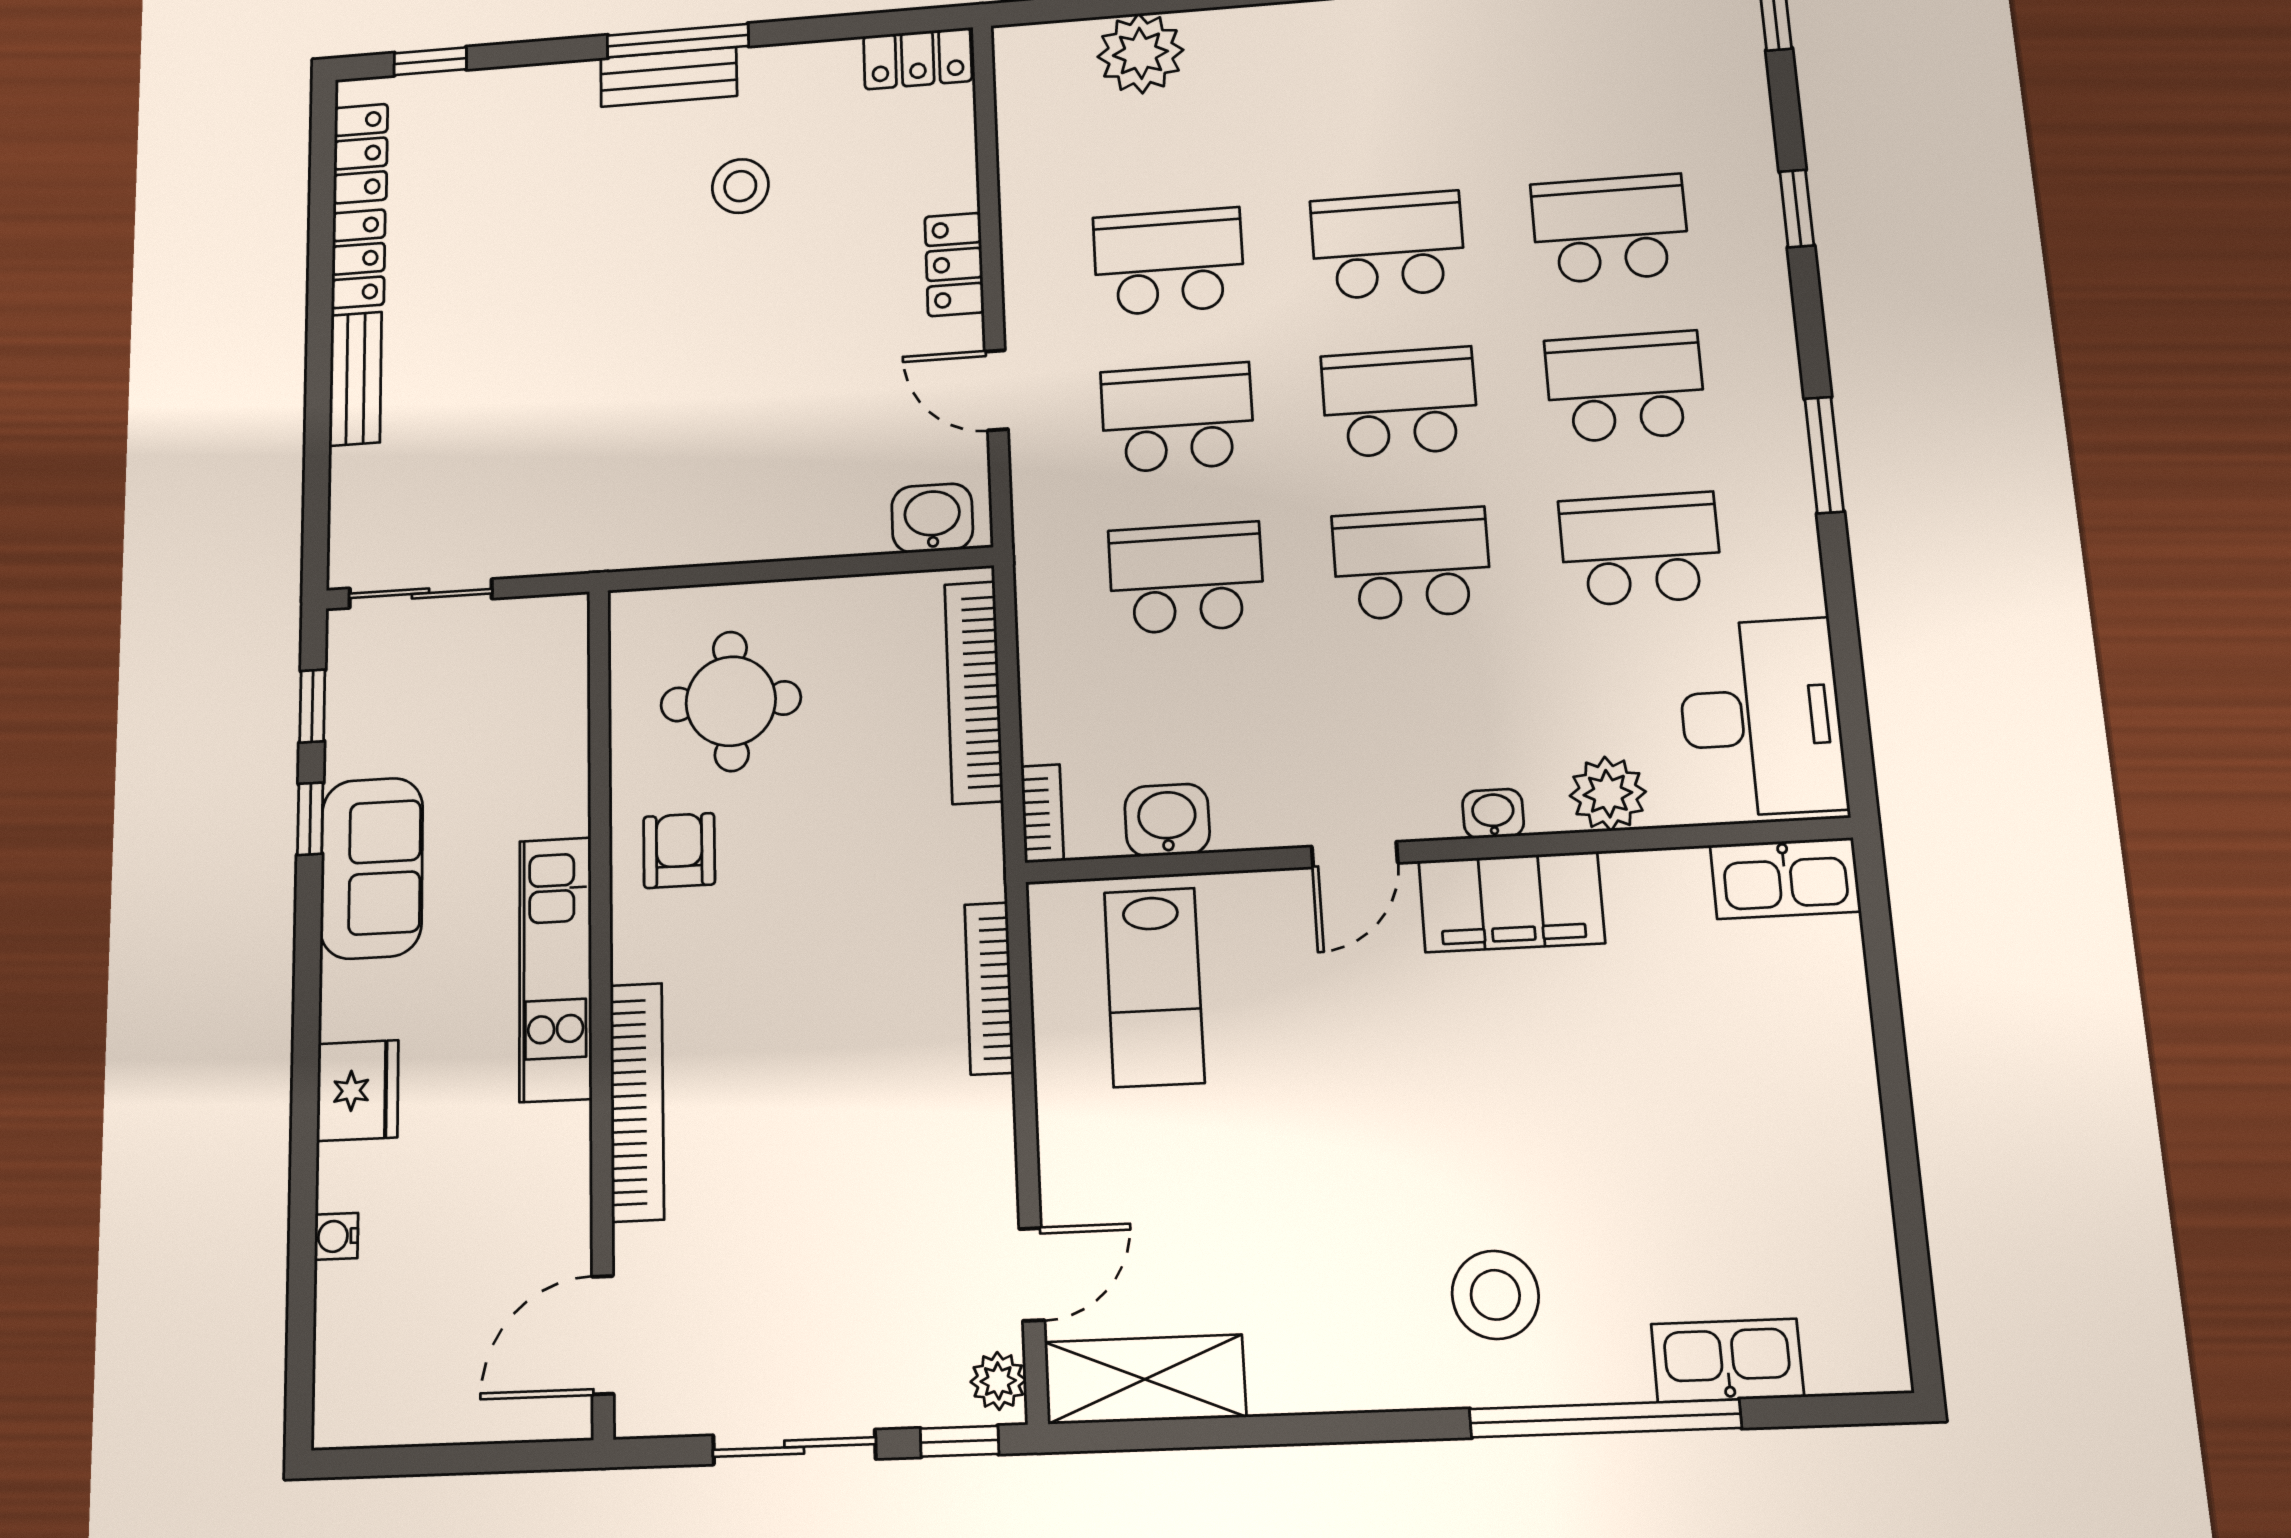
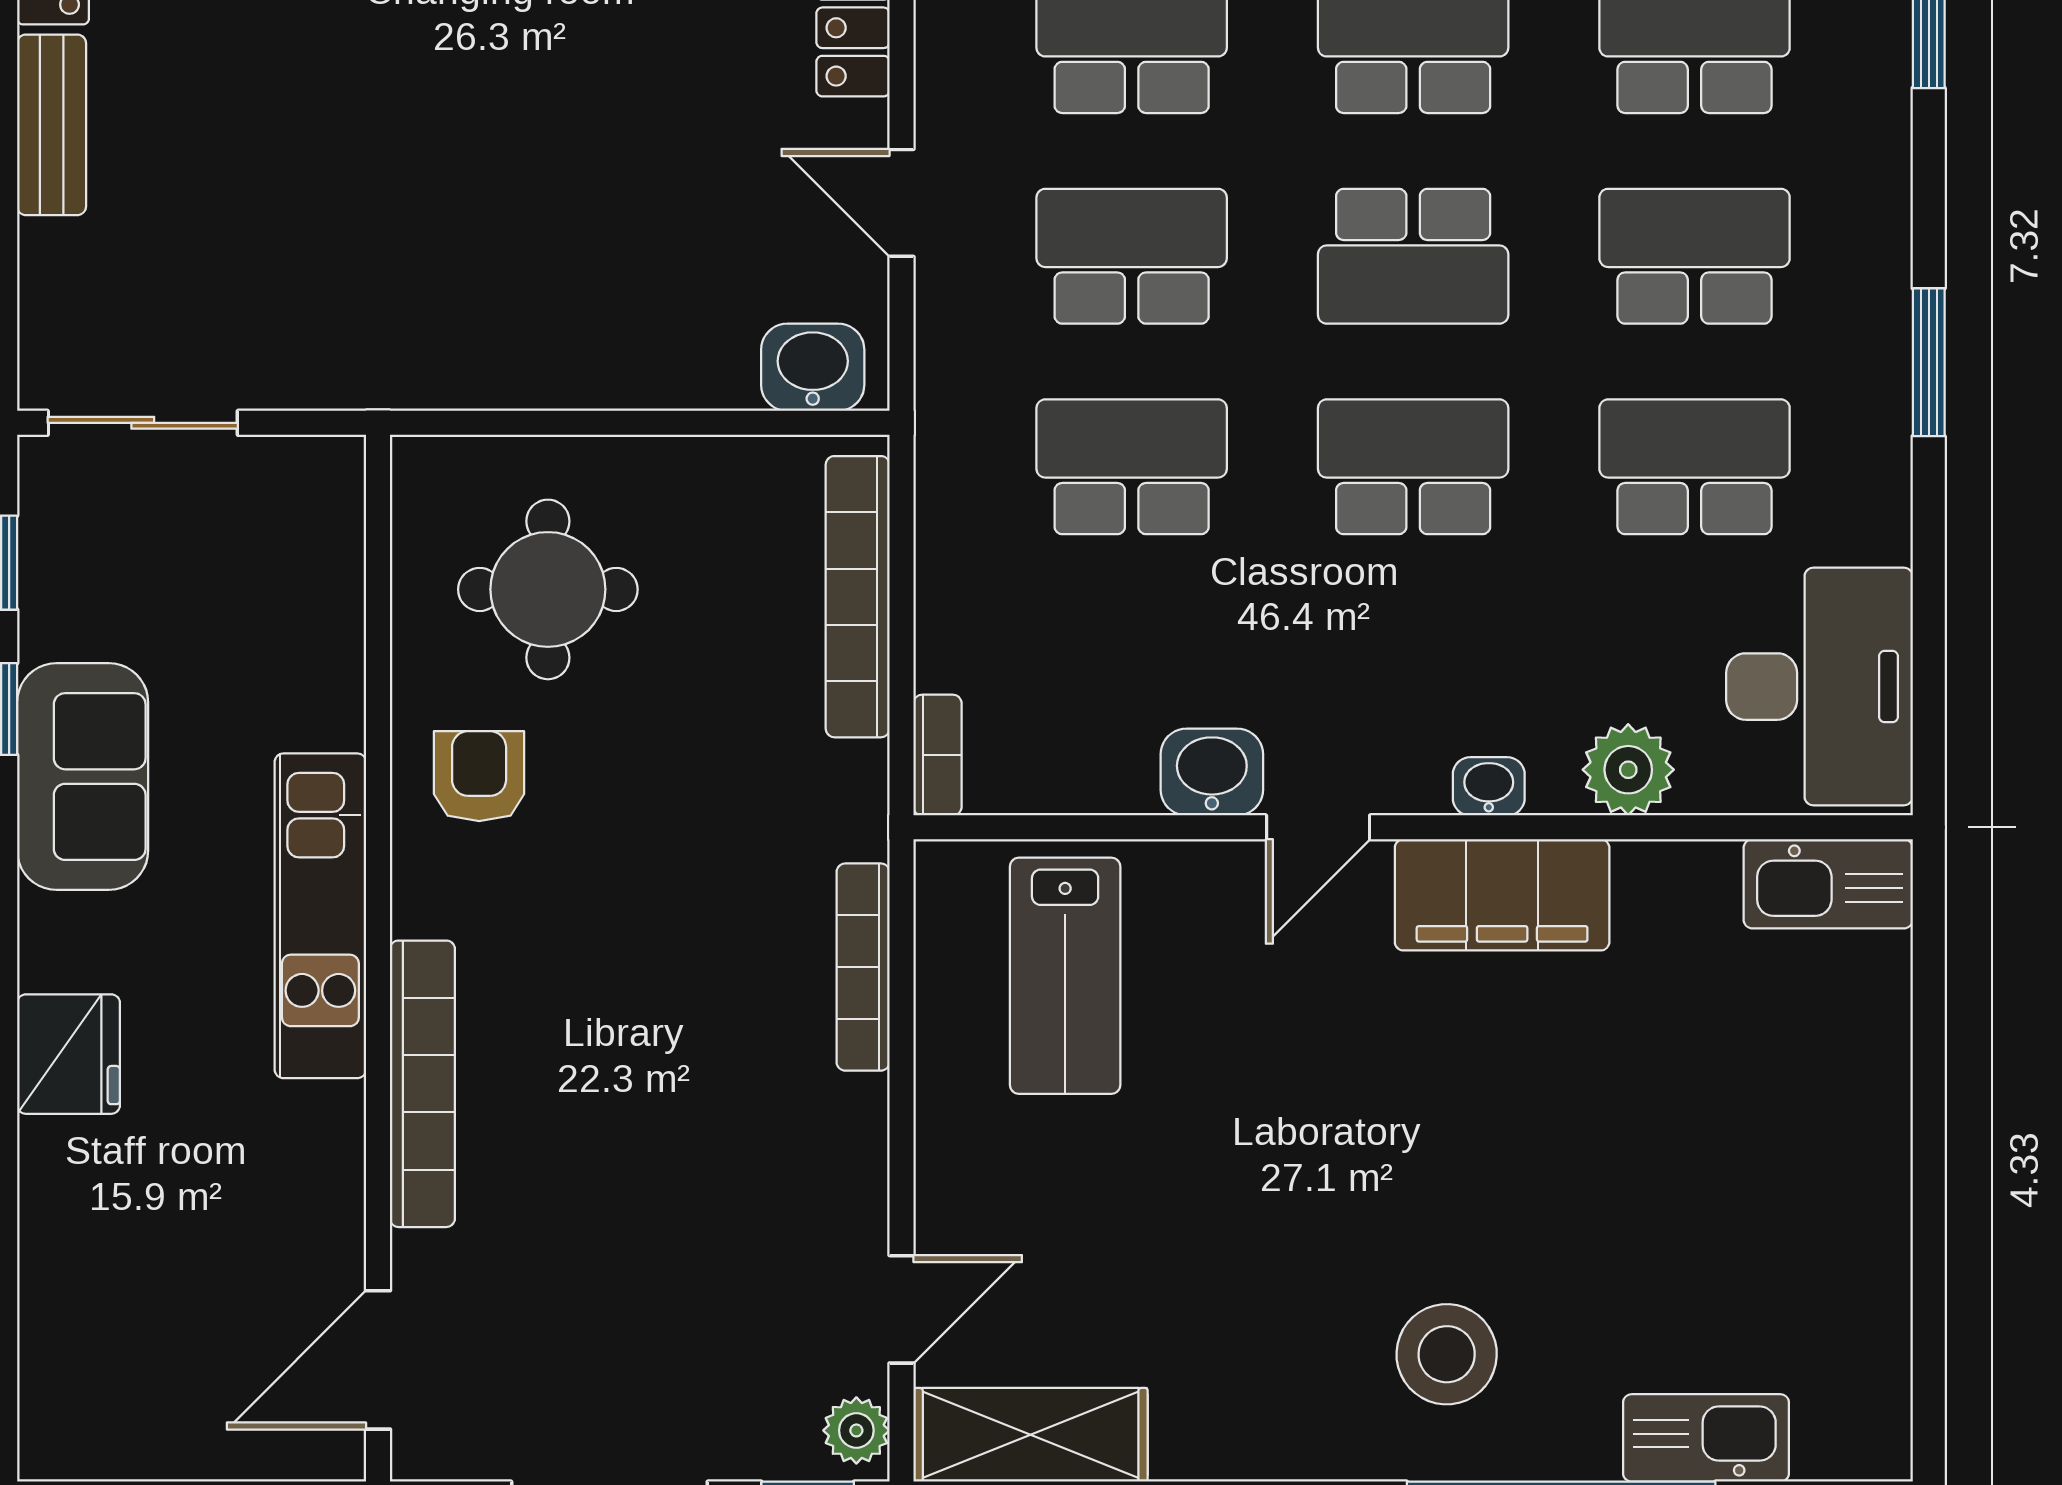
school desk: (1399, 402) -> (1413, 256), turned 180
washbasin: (1167, 820) -> (1212, 772), moved
water cooler: (336, 1236) -> (44, 1230), removed

